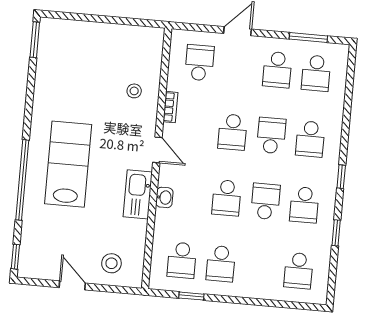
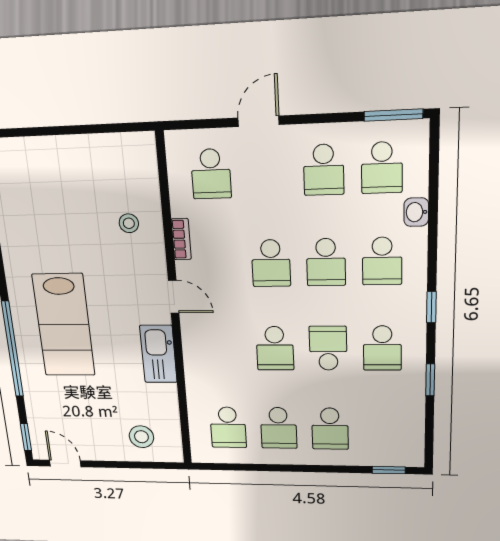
window: (308, 37) -> (393, 115), moved
school desk: (199, 63) -> (211, 174), turned 180
school desk: (271, 135) -> (326, 262), turned 180
lab bench: (68, 164) -> (64, 325), turned 180
washbasin: (164, 197) -> (416, 212), moved, turned 180
school desk: (298, 271) -> (330, 429), moved
door: (72, 285) -> (65, 463), moved
window: (191, 296) -> (389, 470), moved

